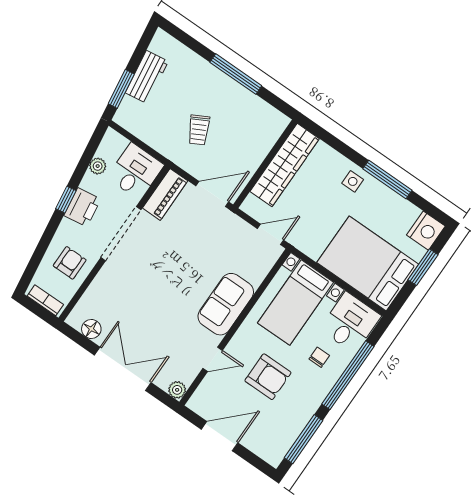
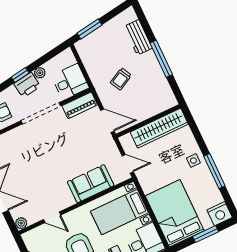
workbench: (147, 77) -> (138, 37), moved, turned 98
plant: (98, 166) -> (40, 73), moved
sofa: (226, 304) -> (91, 184), moved

